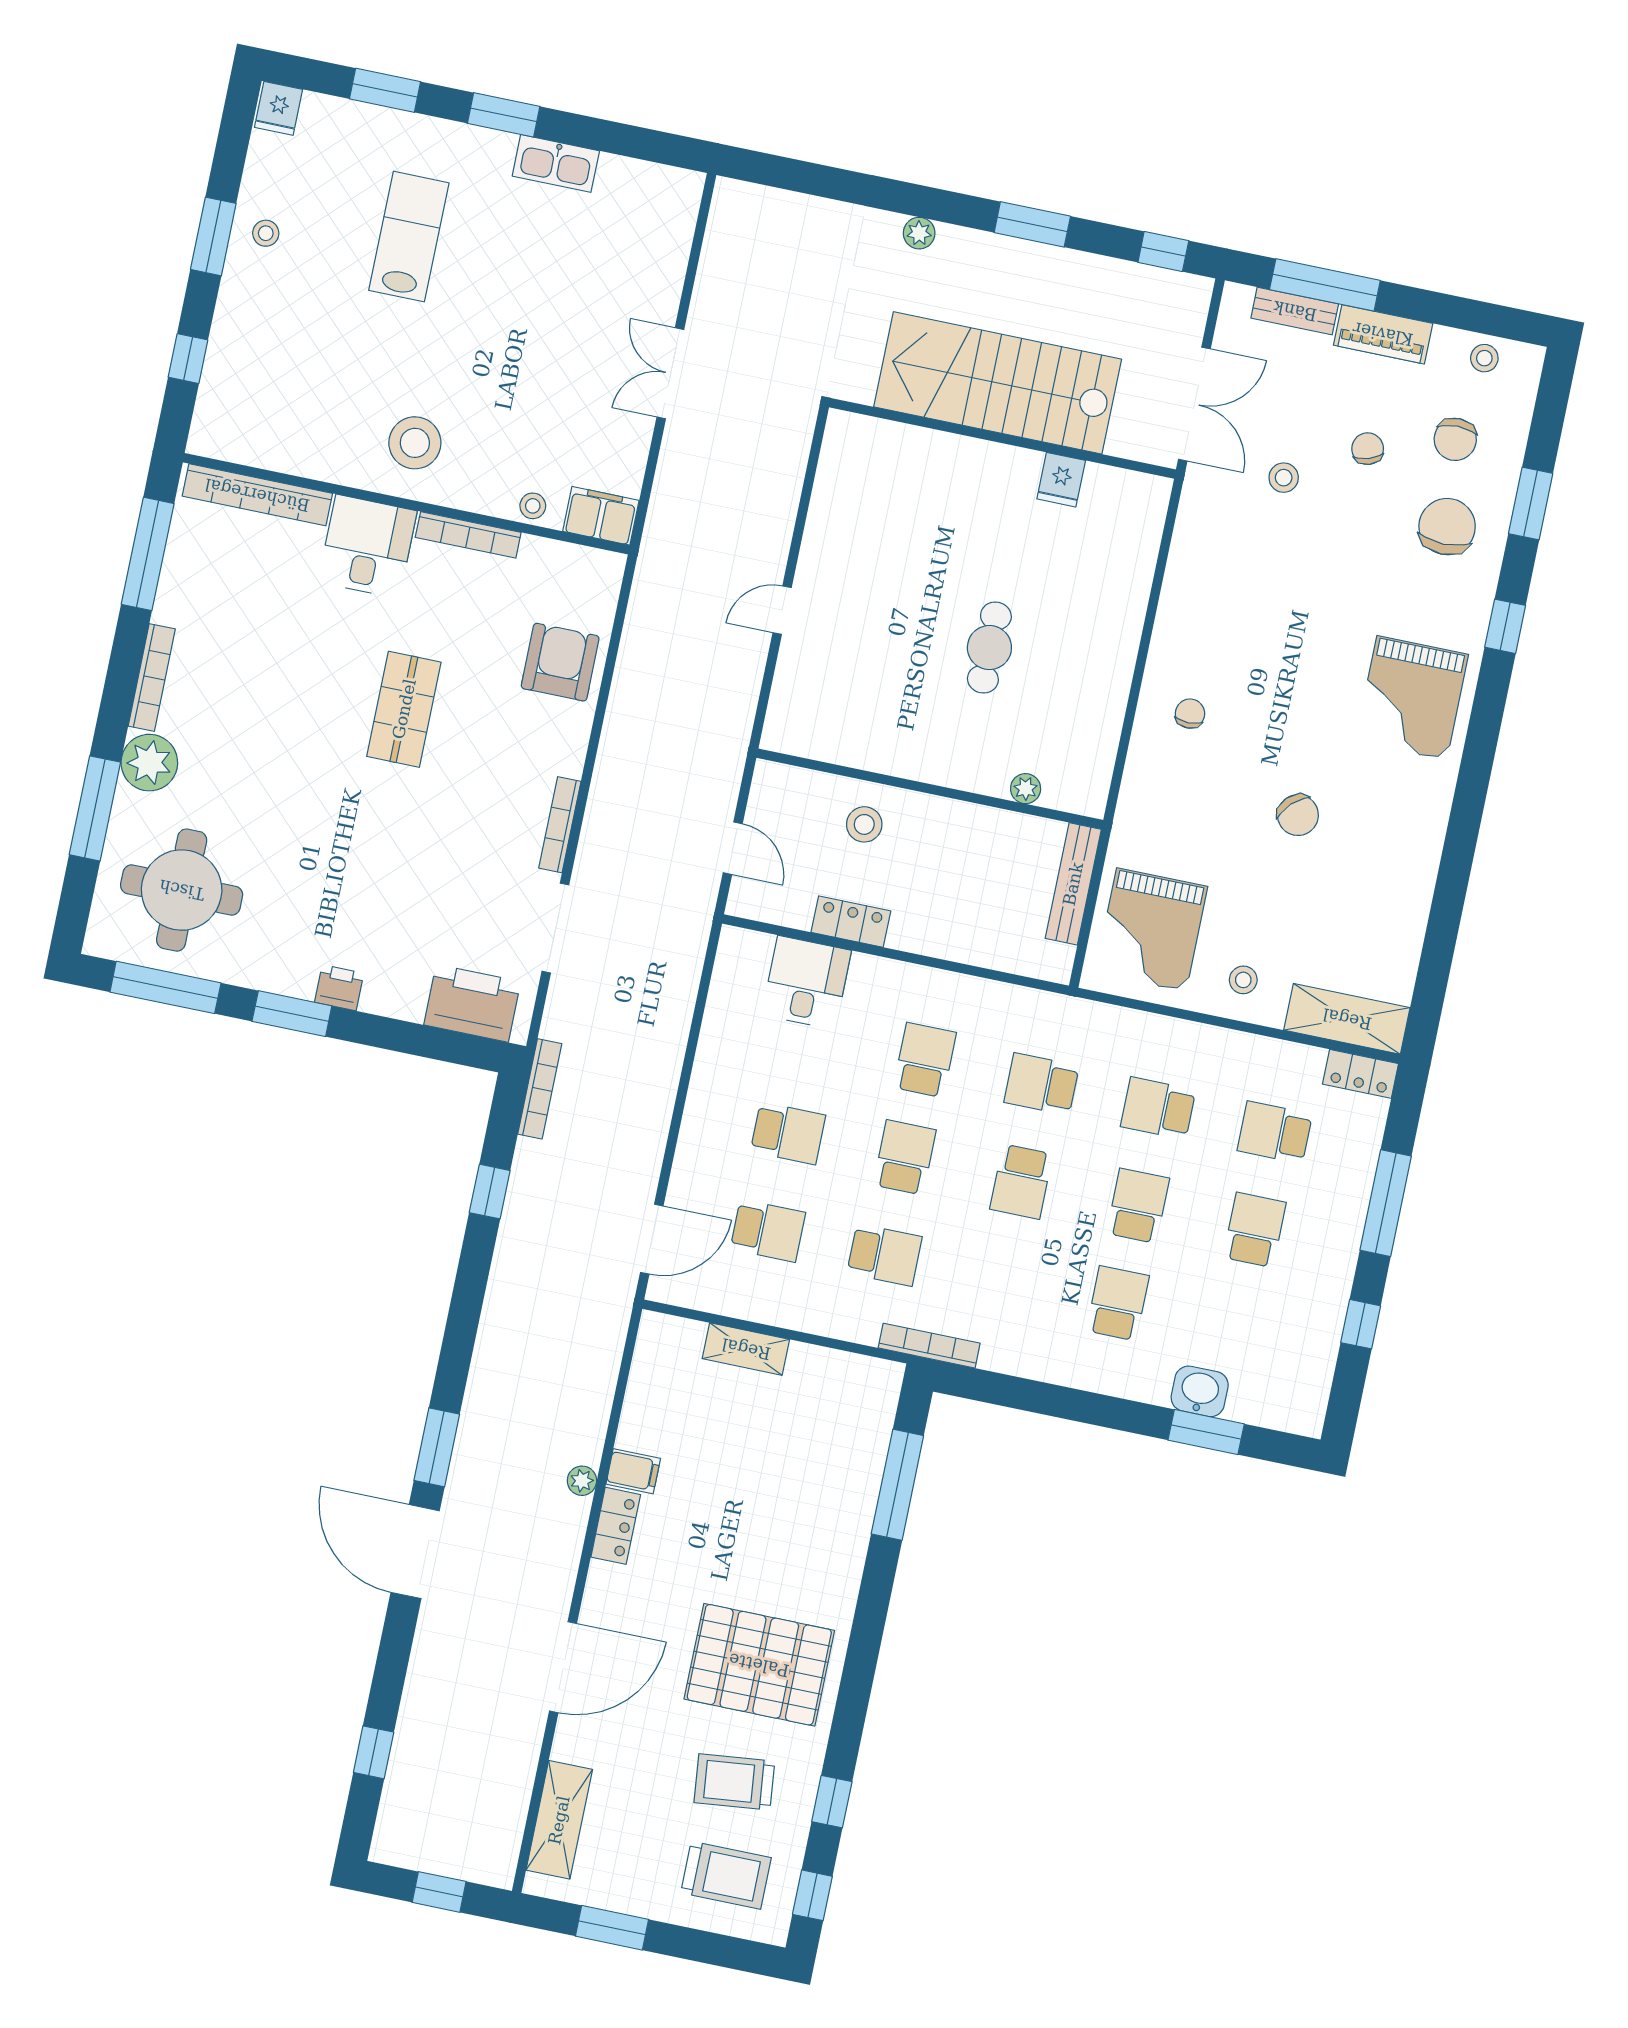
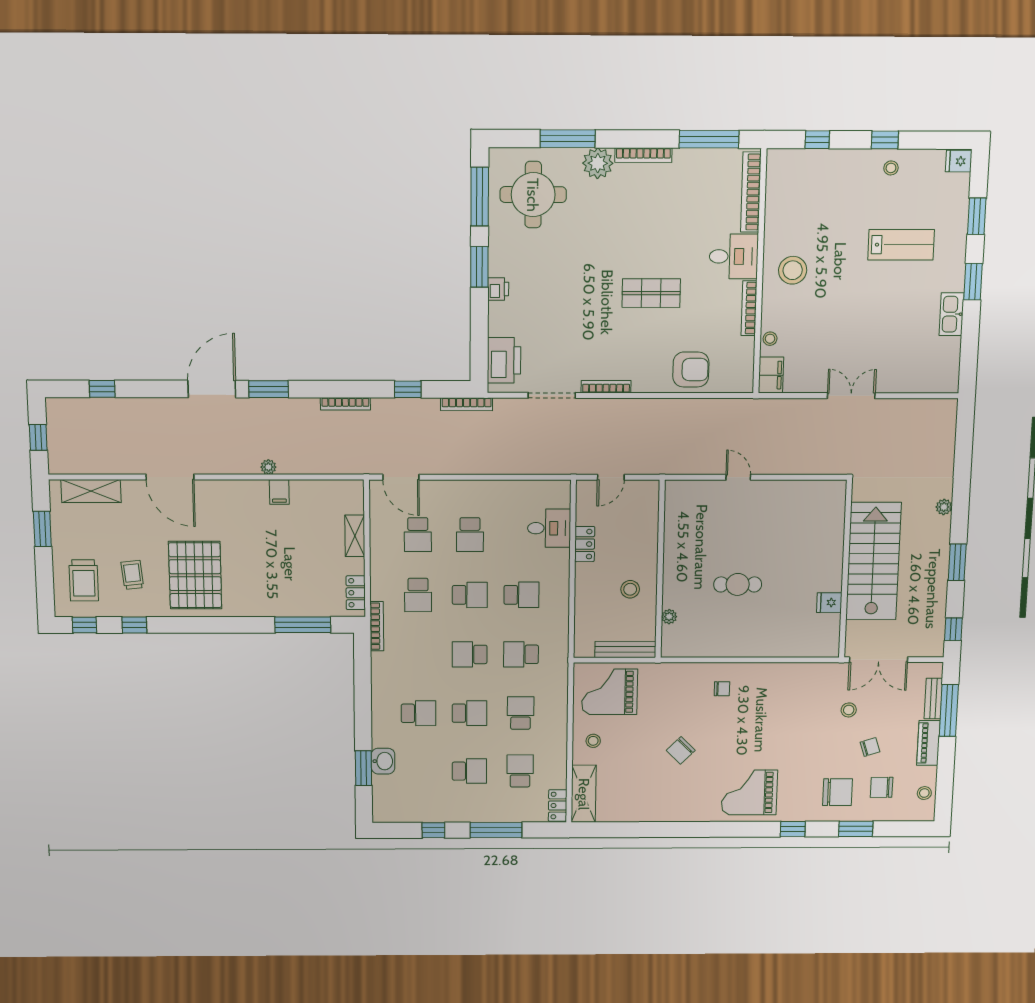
window: (213, 236) -> (885, 140), width x0.67
stool: (864, 824) -> (630, 589), moved
school desk: (1041, 1084) -> (521, 654), turned -90
bookcase: (493, 1312) -> (345, 404), added
locker: (616, 1526) -> (356, 593), moved, turned 90
trolley: (734, 1782) -> (132, 575), width x0.73, depth x0.72

